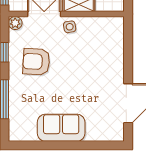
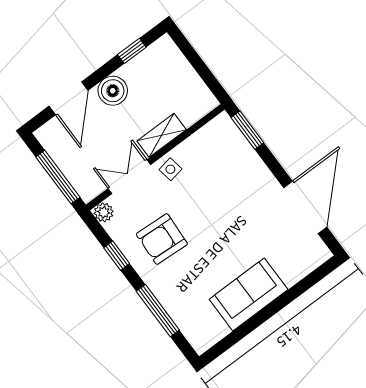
window: (128, 37) -> (247, 130), added

